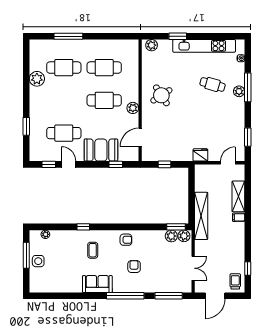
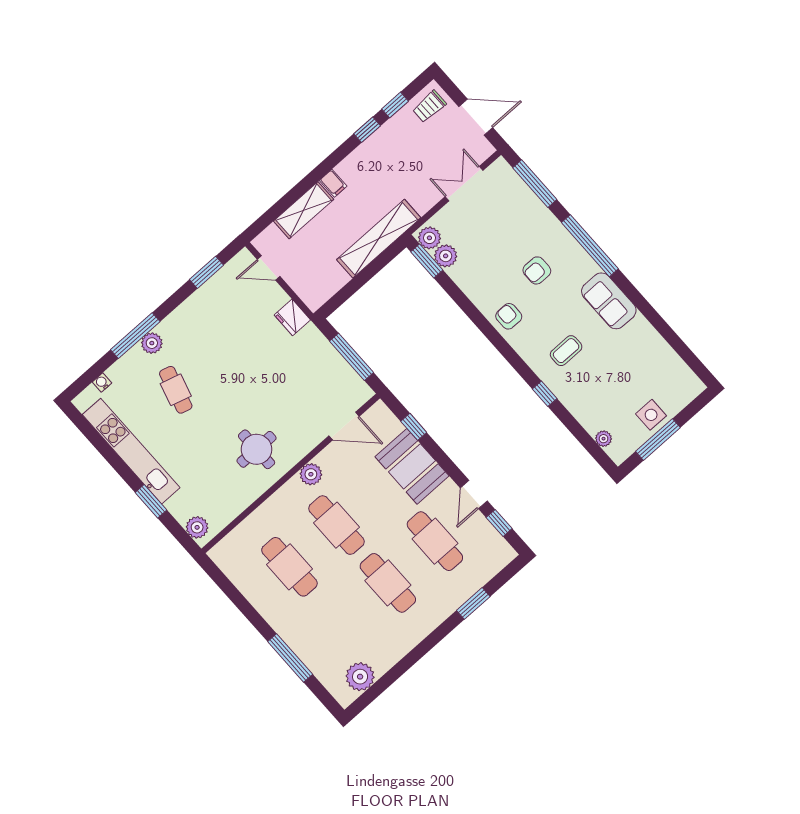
cafe table: (64, 68) -> (388, 583), moved
plant: (37, 79) -> (360, 677), moved
round table: (161, 95) -> (257, 449), turned 33
window: (165, 164) -> (352, 357), width x2.17
window: (248, 249) -> (367, 130), added

